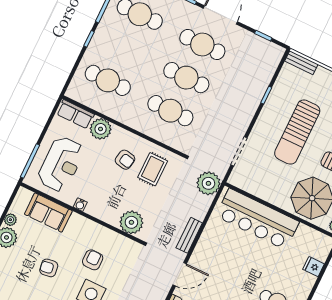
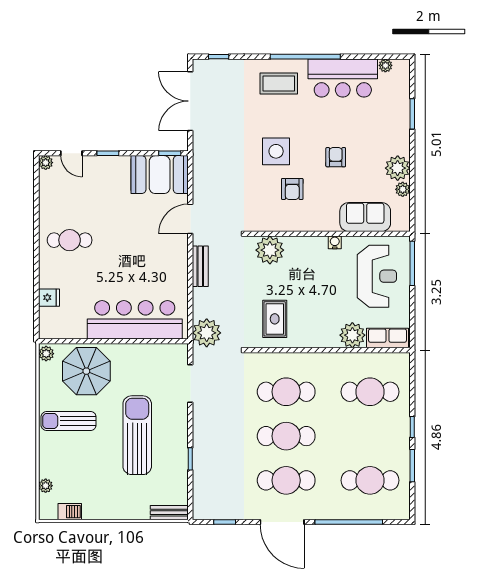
armchair: (125, 160) -> (310, 315), removed
reception desk: (61, 164) -> (377, 276), turned 180
armchair: (49, 268) -> (336, 157), turned -82

